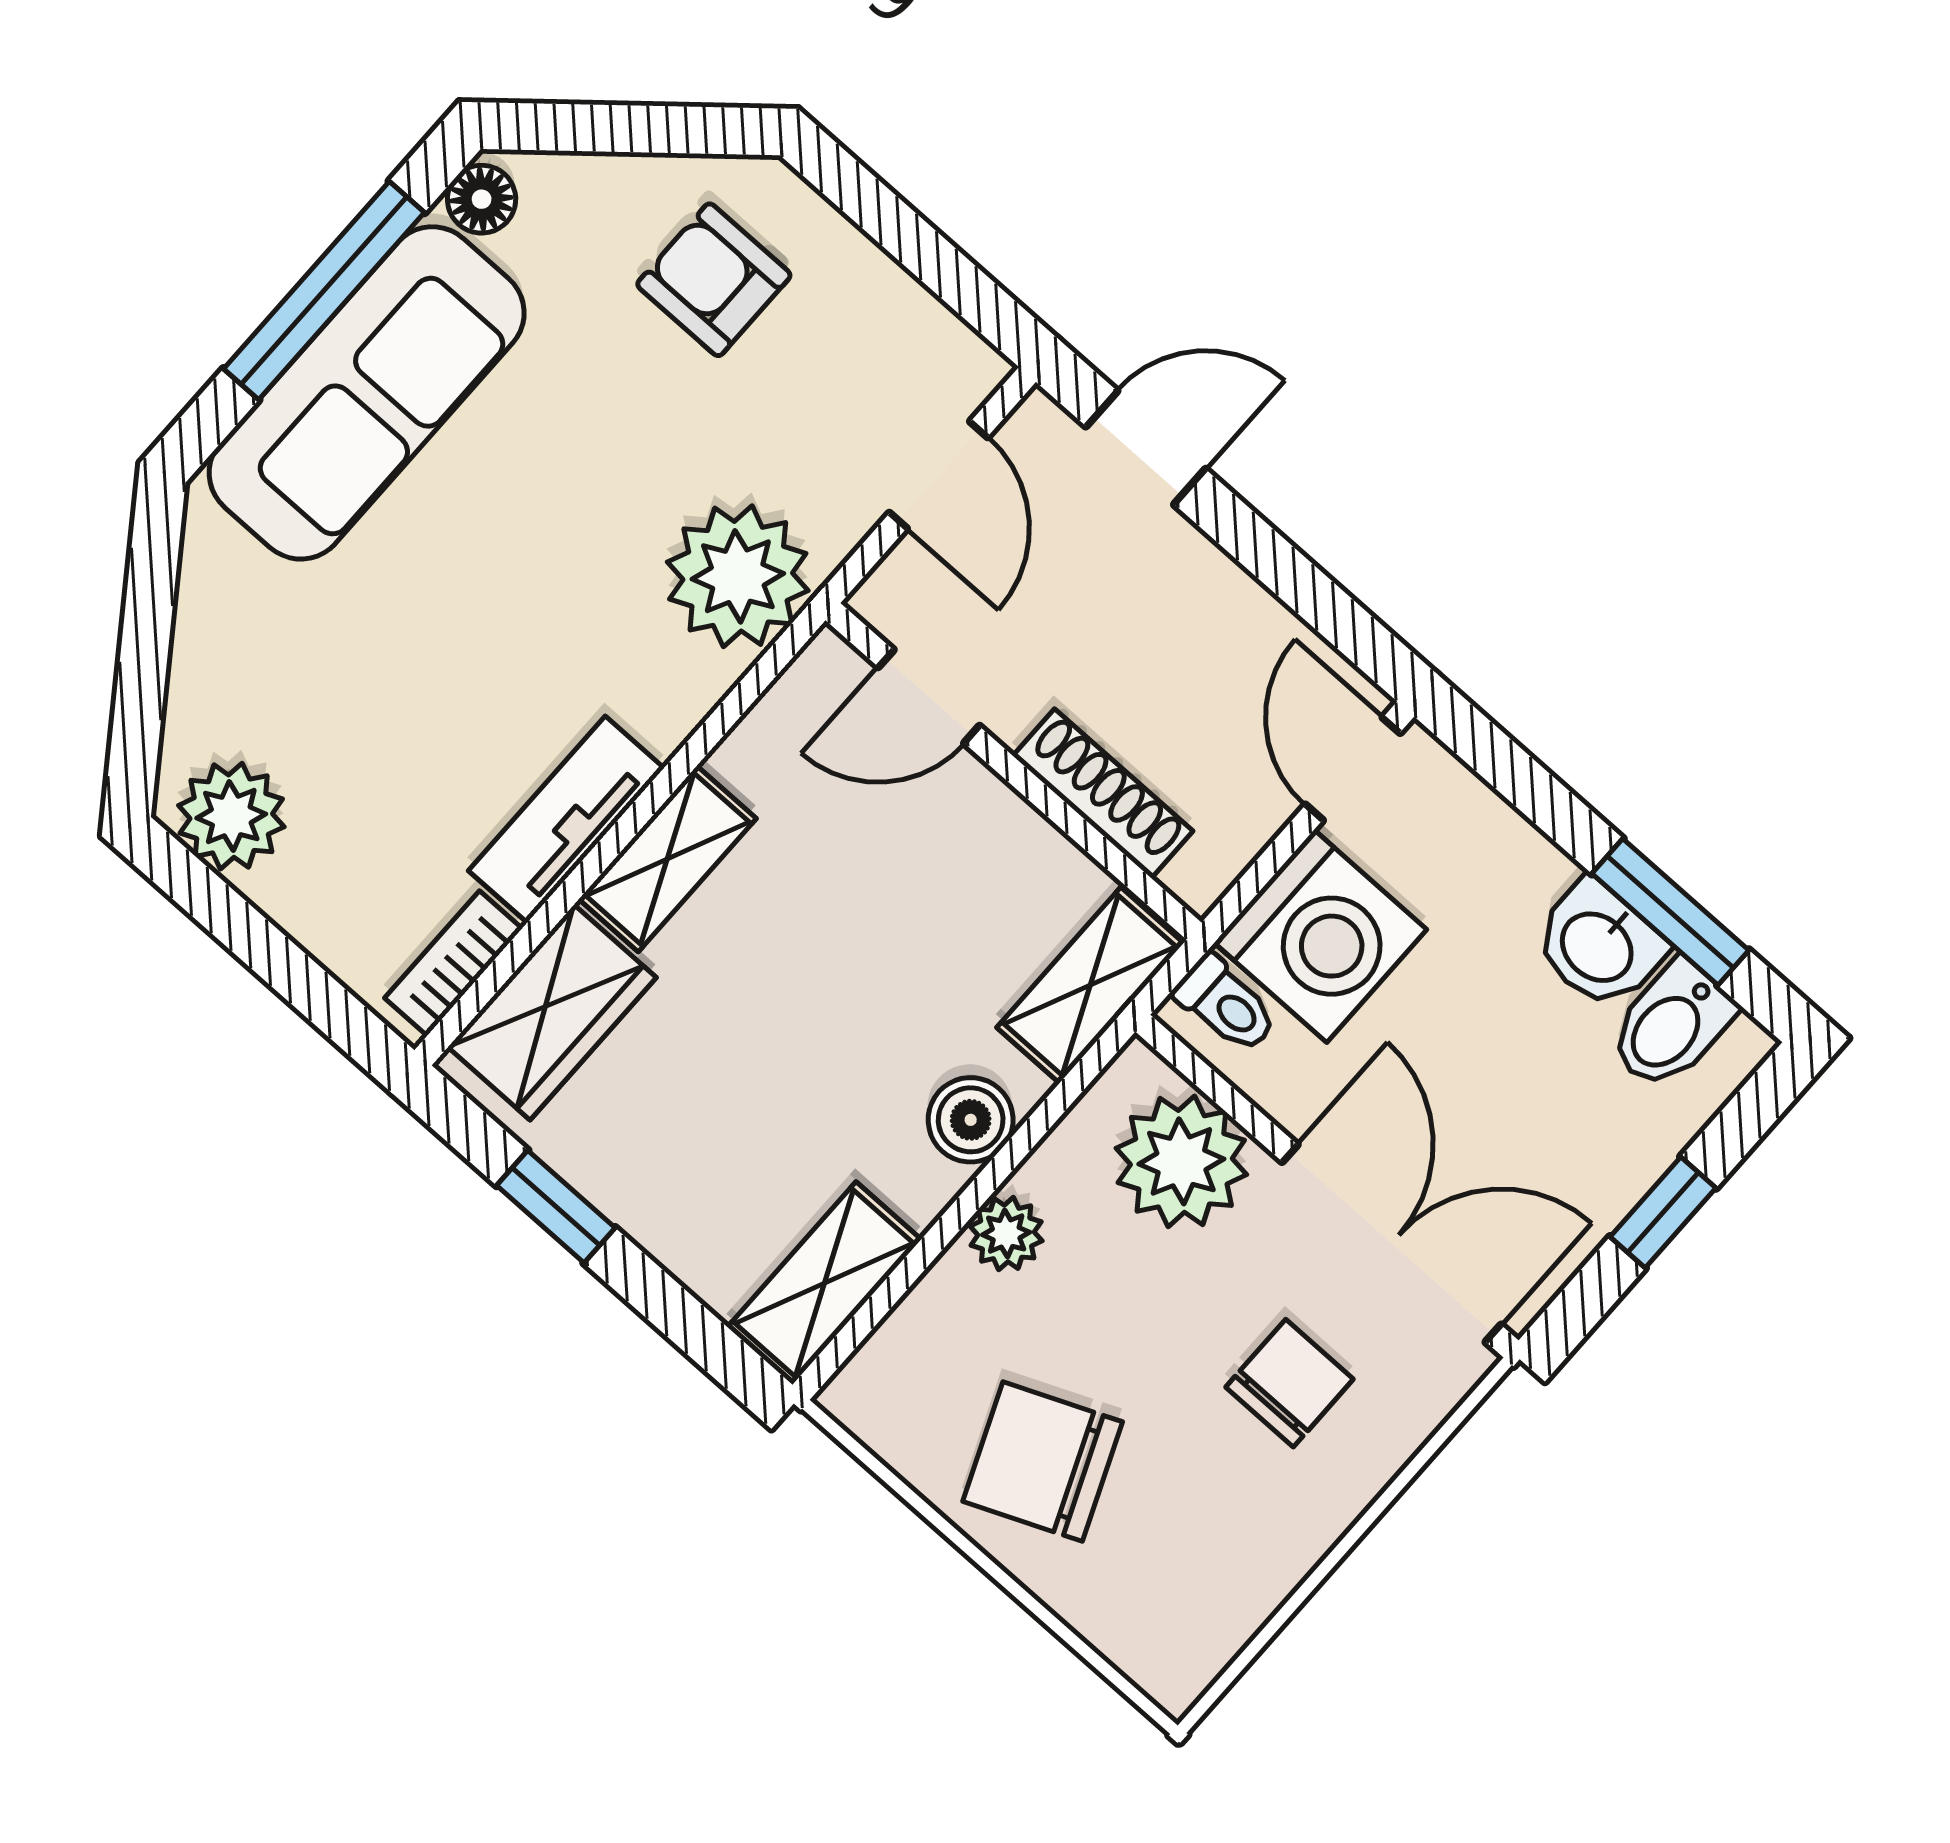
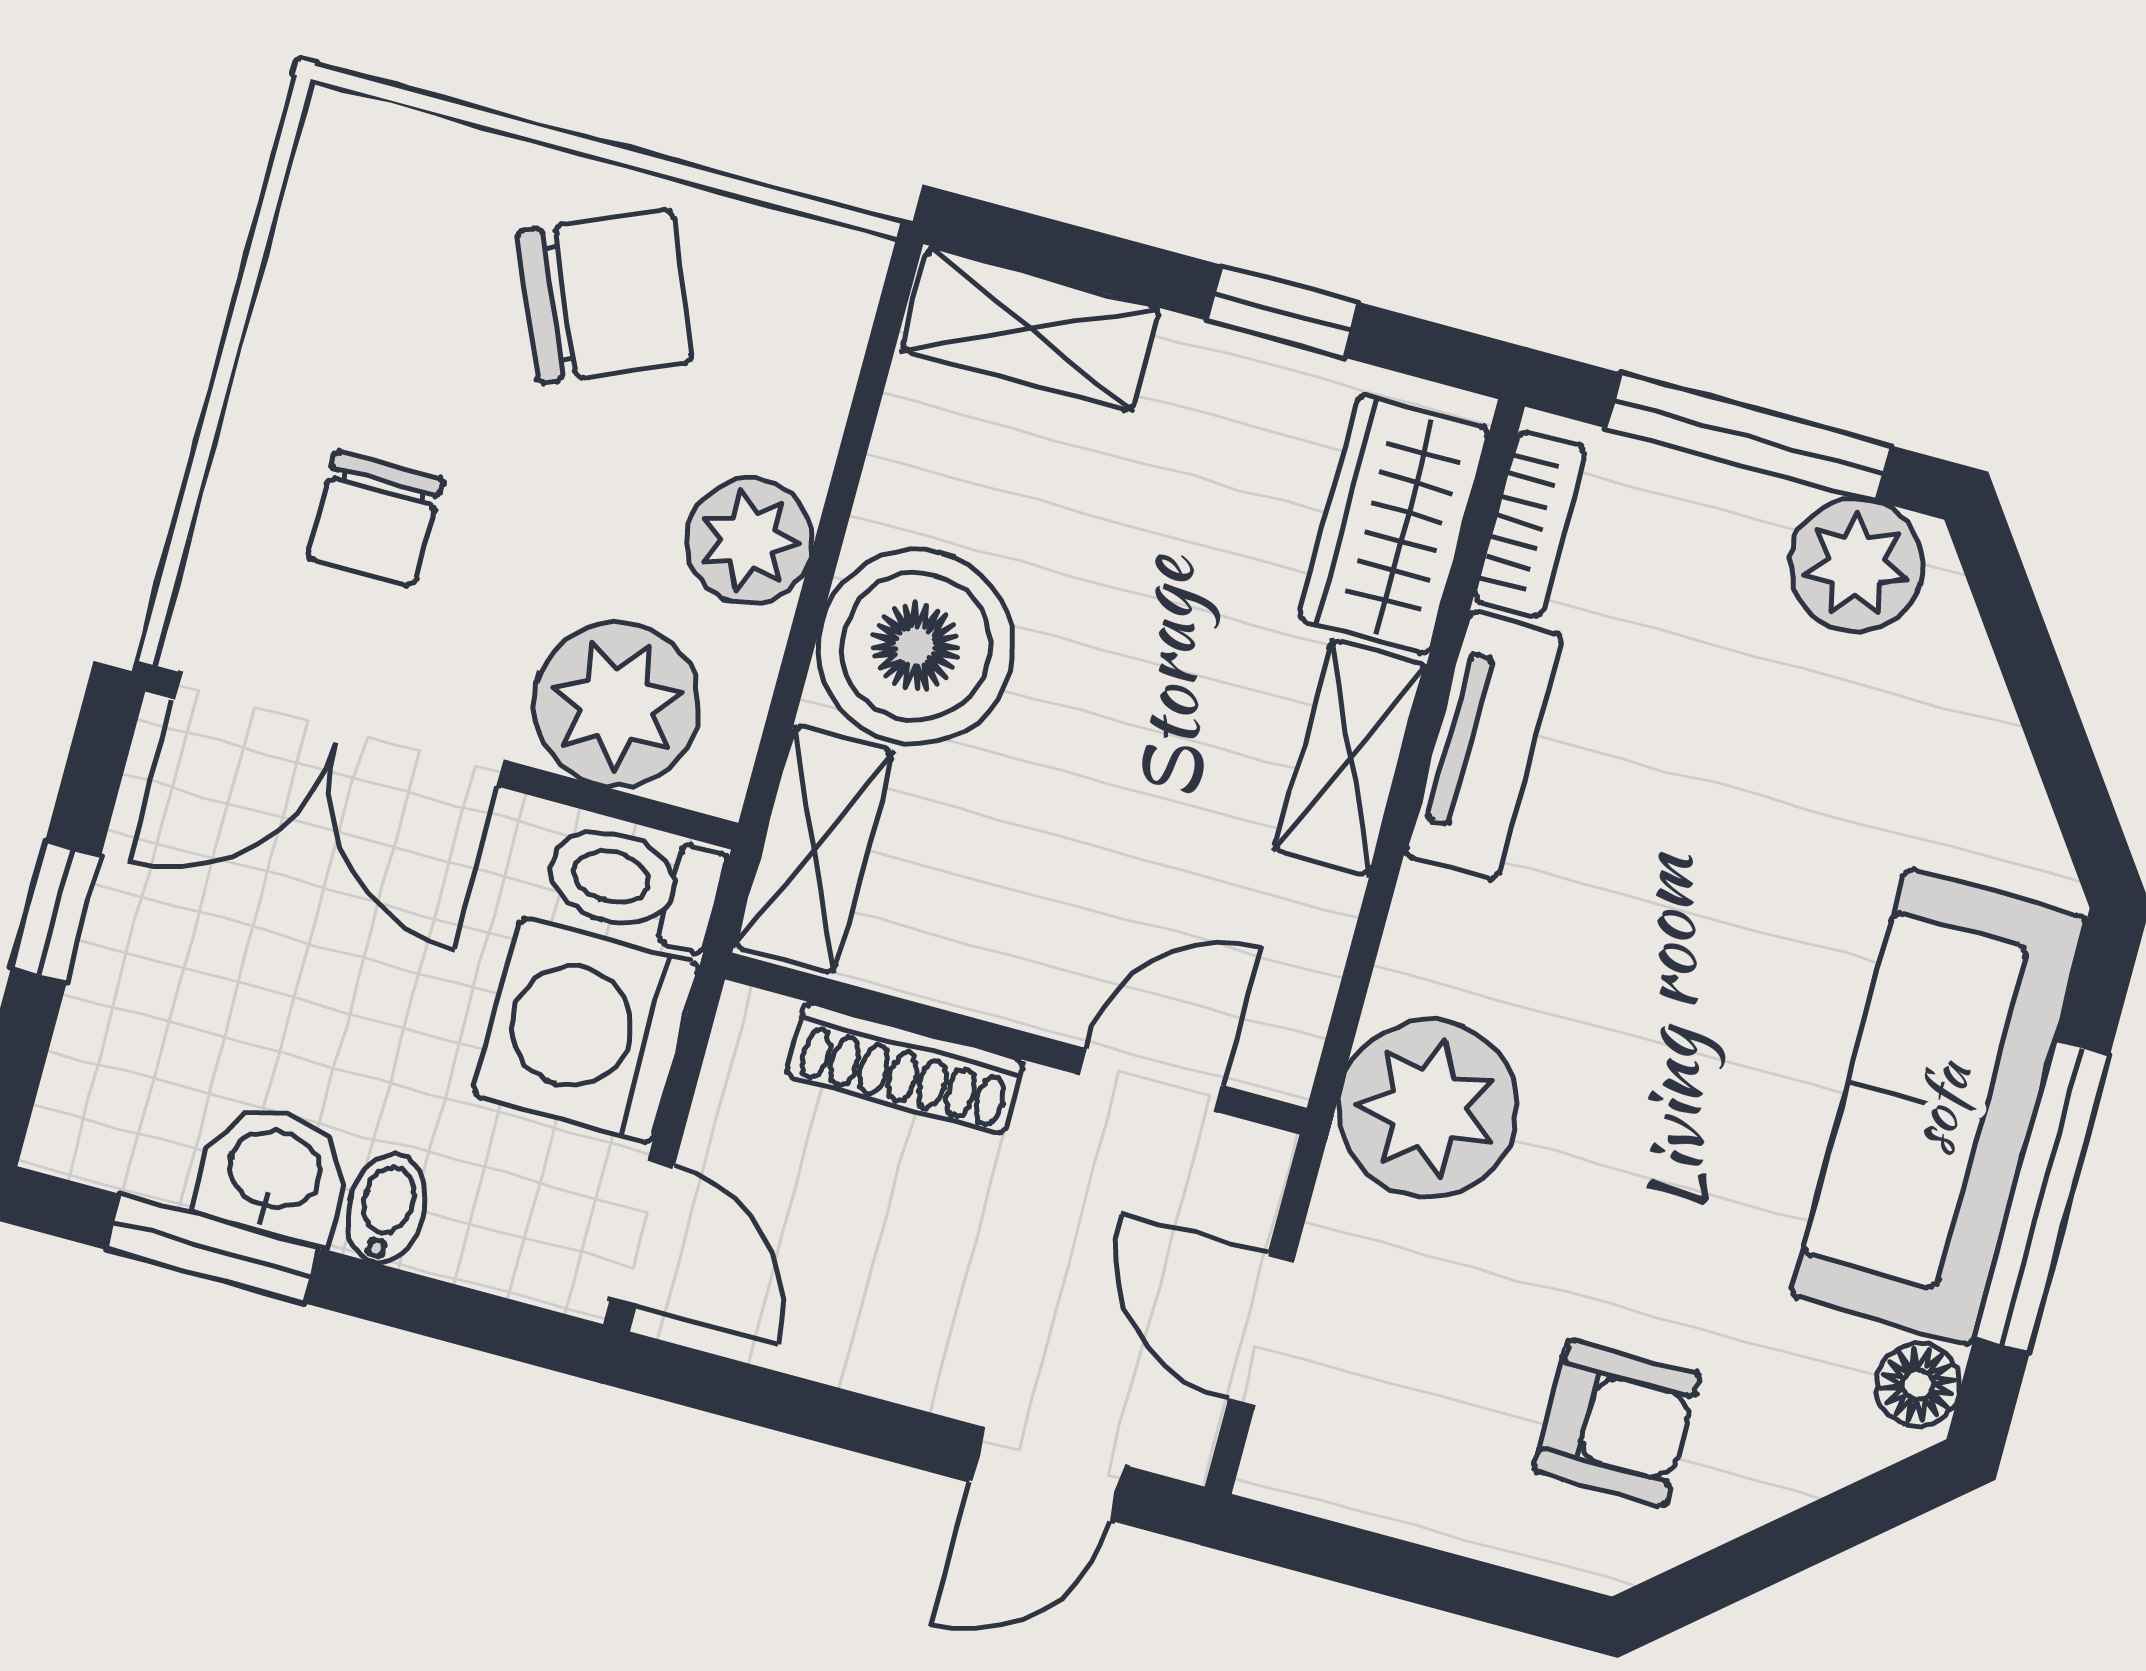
window: (263, 948) -> (1748, 437), added
toilet: (1226, 1004) -> (634, 883), width x1.37, depth x1.39
bidet: (1671, 1025) -> (387, 1208), moved, width x0.72, depth x0.74
boiler: (971, 1120) -> (916, 647), width x1.86, depth x1.86
plant: (1006, 1234) -> (749, 541), width x1.38, depth x1.38
shelving: (824, 1283) -> (1031, 329), moved, turned 90

